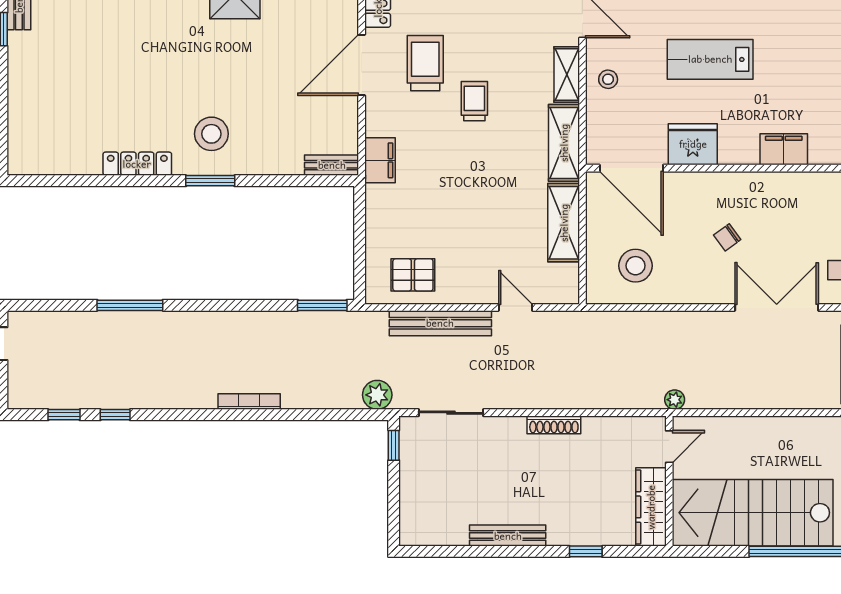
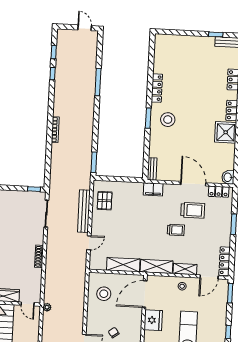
plant: (377, 395) -> (55, 183), removed

